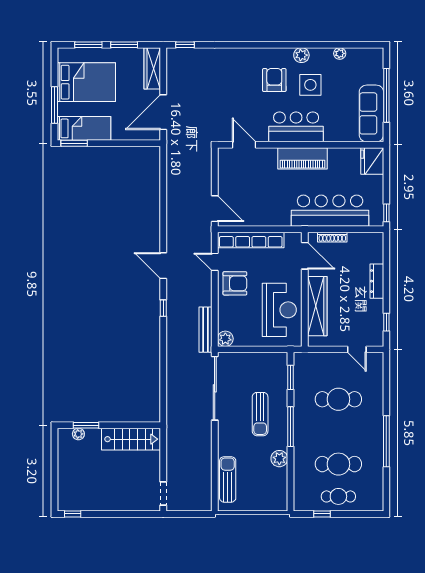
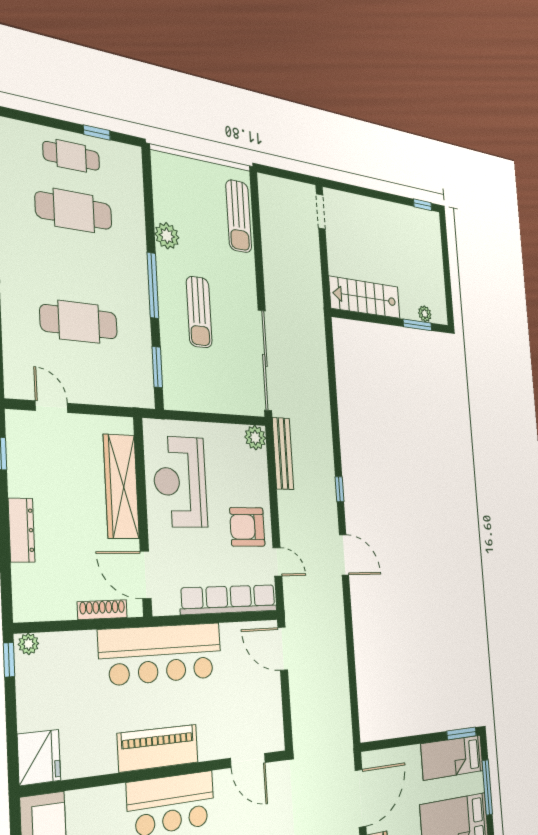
bar counter: (330, 211) -> (161, 654), moved
plant: (375, 221) -> (28, 644), added
sun lounger: (260, 414) -> (199, 312), turned 180

